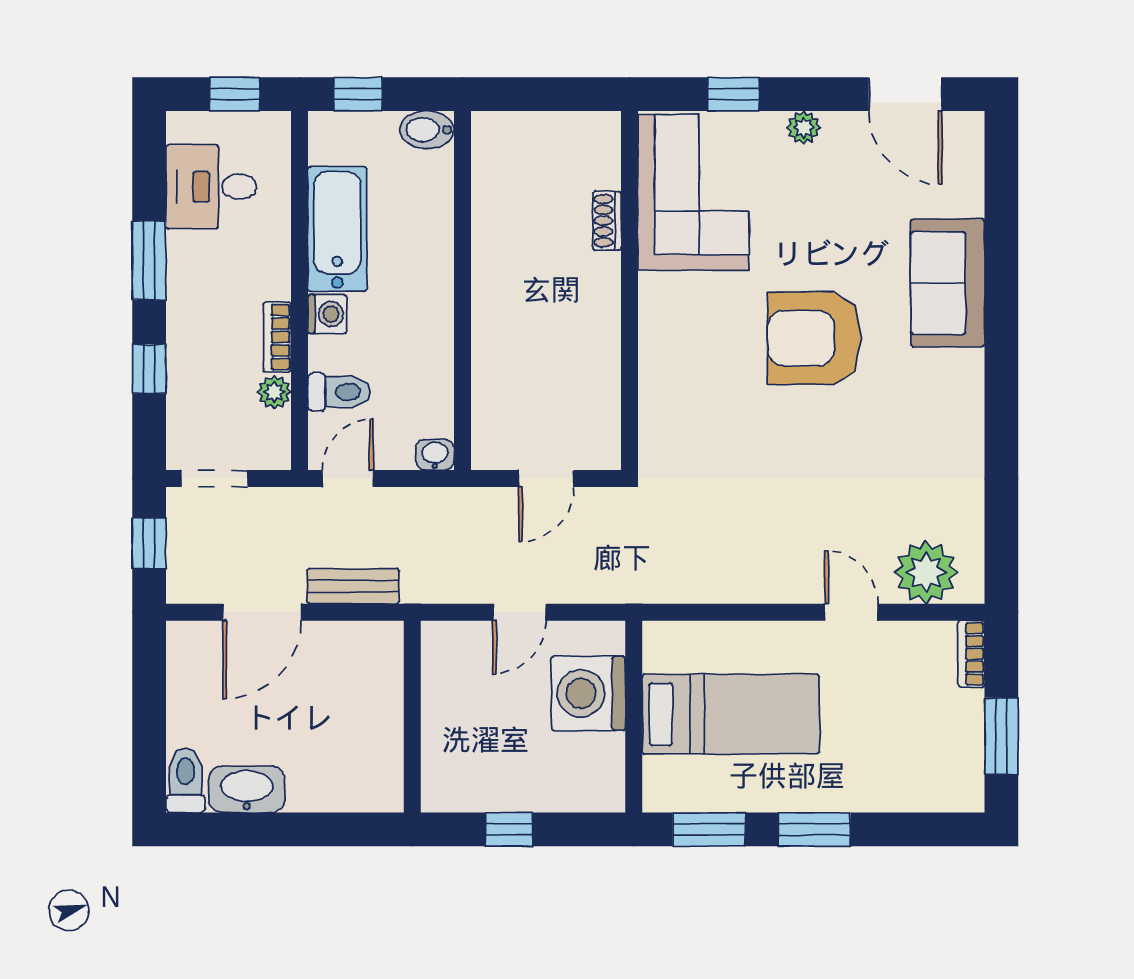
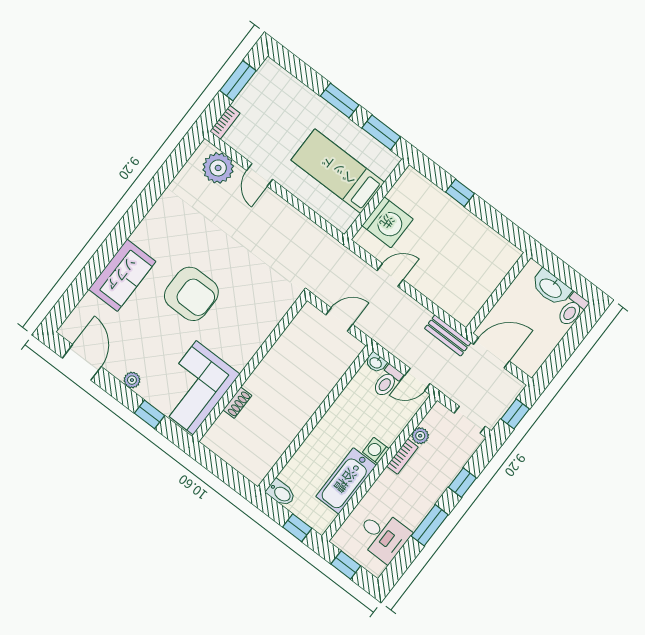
toilet: (339, 392) -> (387, 381), moved, turned -90
wall: (412, 717) -> (498, 293), moved

